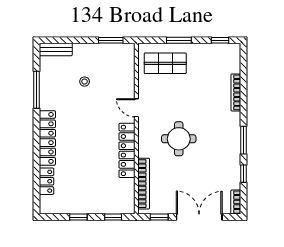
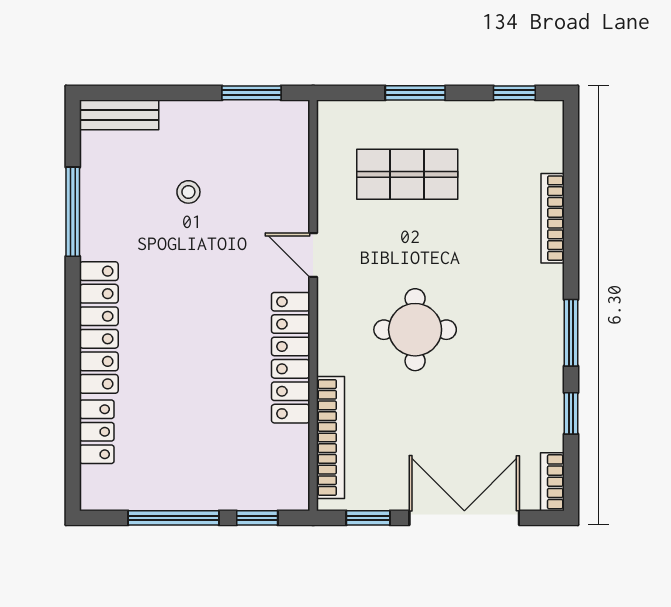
shop shelf: (165, 63) -> (407, 174), moved
window: (78, 217) -> (174, 518), width x2.17

